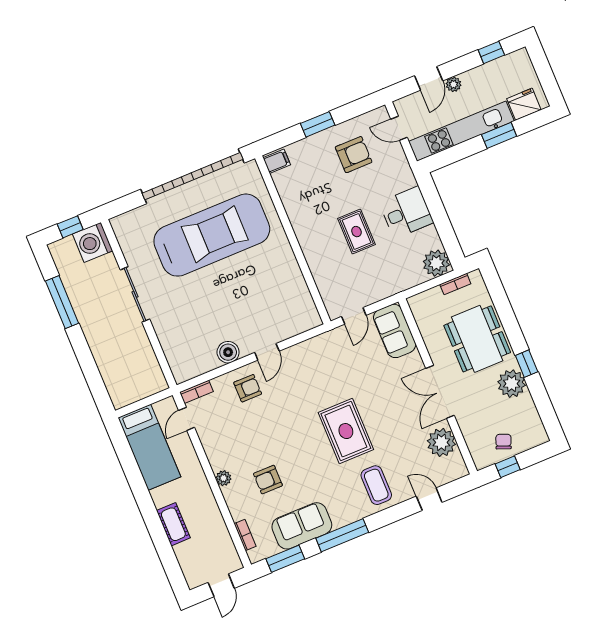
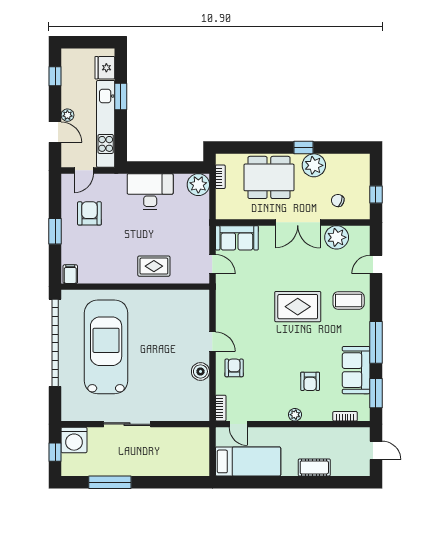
desk: (406, 212) -> (150, 192), width x1.37
rug: (356, 232) -> (154, 266), moved
chair: (503, 442) -> (338, 200), moved

